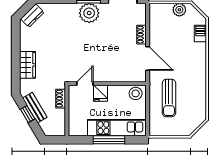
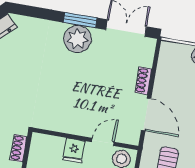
door: (85, 84) -> (103, 142), moved

